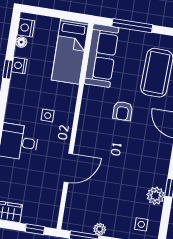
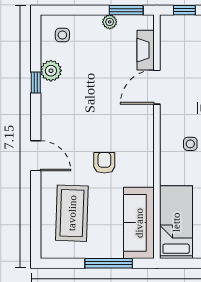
fireplace: (73, 201) -> (146, 50), added

